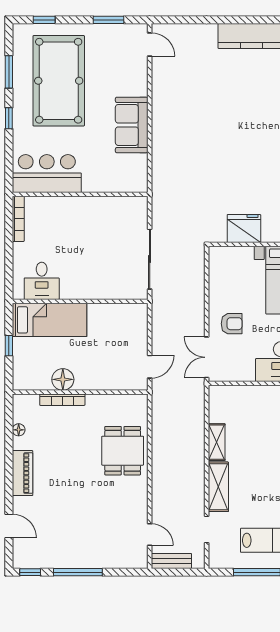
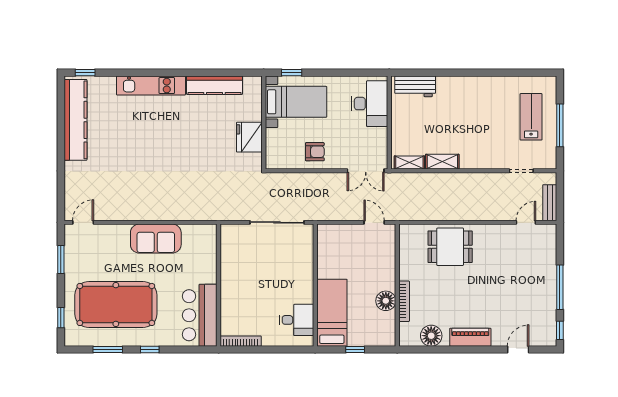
armchair: (232, 324) -> (315, 152), moved, turned 90
floor lamp: (19, 430) -> (431, 336), width x1.89, depth x1.89
shelving: (218, 487) -> (409, 162), moved, width x0.67, depth x0.75

